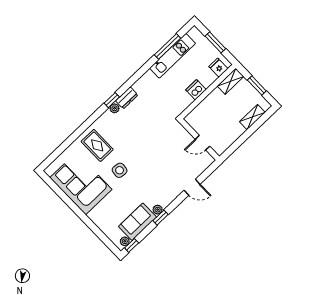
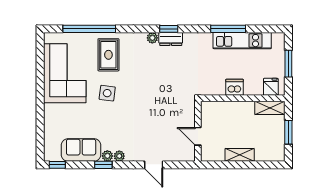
window: (167, 46) -> (228, 29), moved
window: (112, 100) -> (169, 29), moved
shelving: (252, 117) -> (240, 155), moved
window: (70, 141) -> (89, 29), added
plant: (125, 241) -> (119, 156), moved

